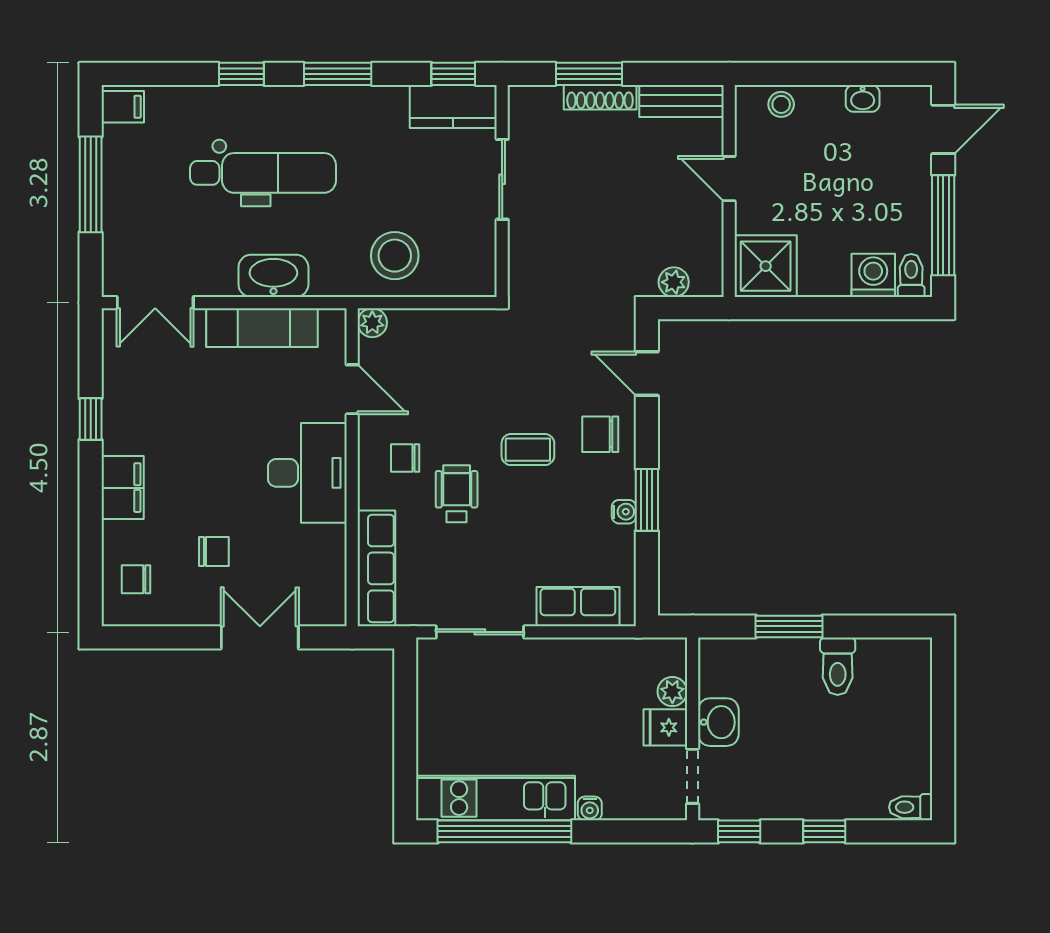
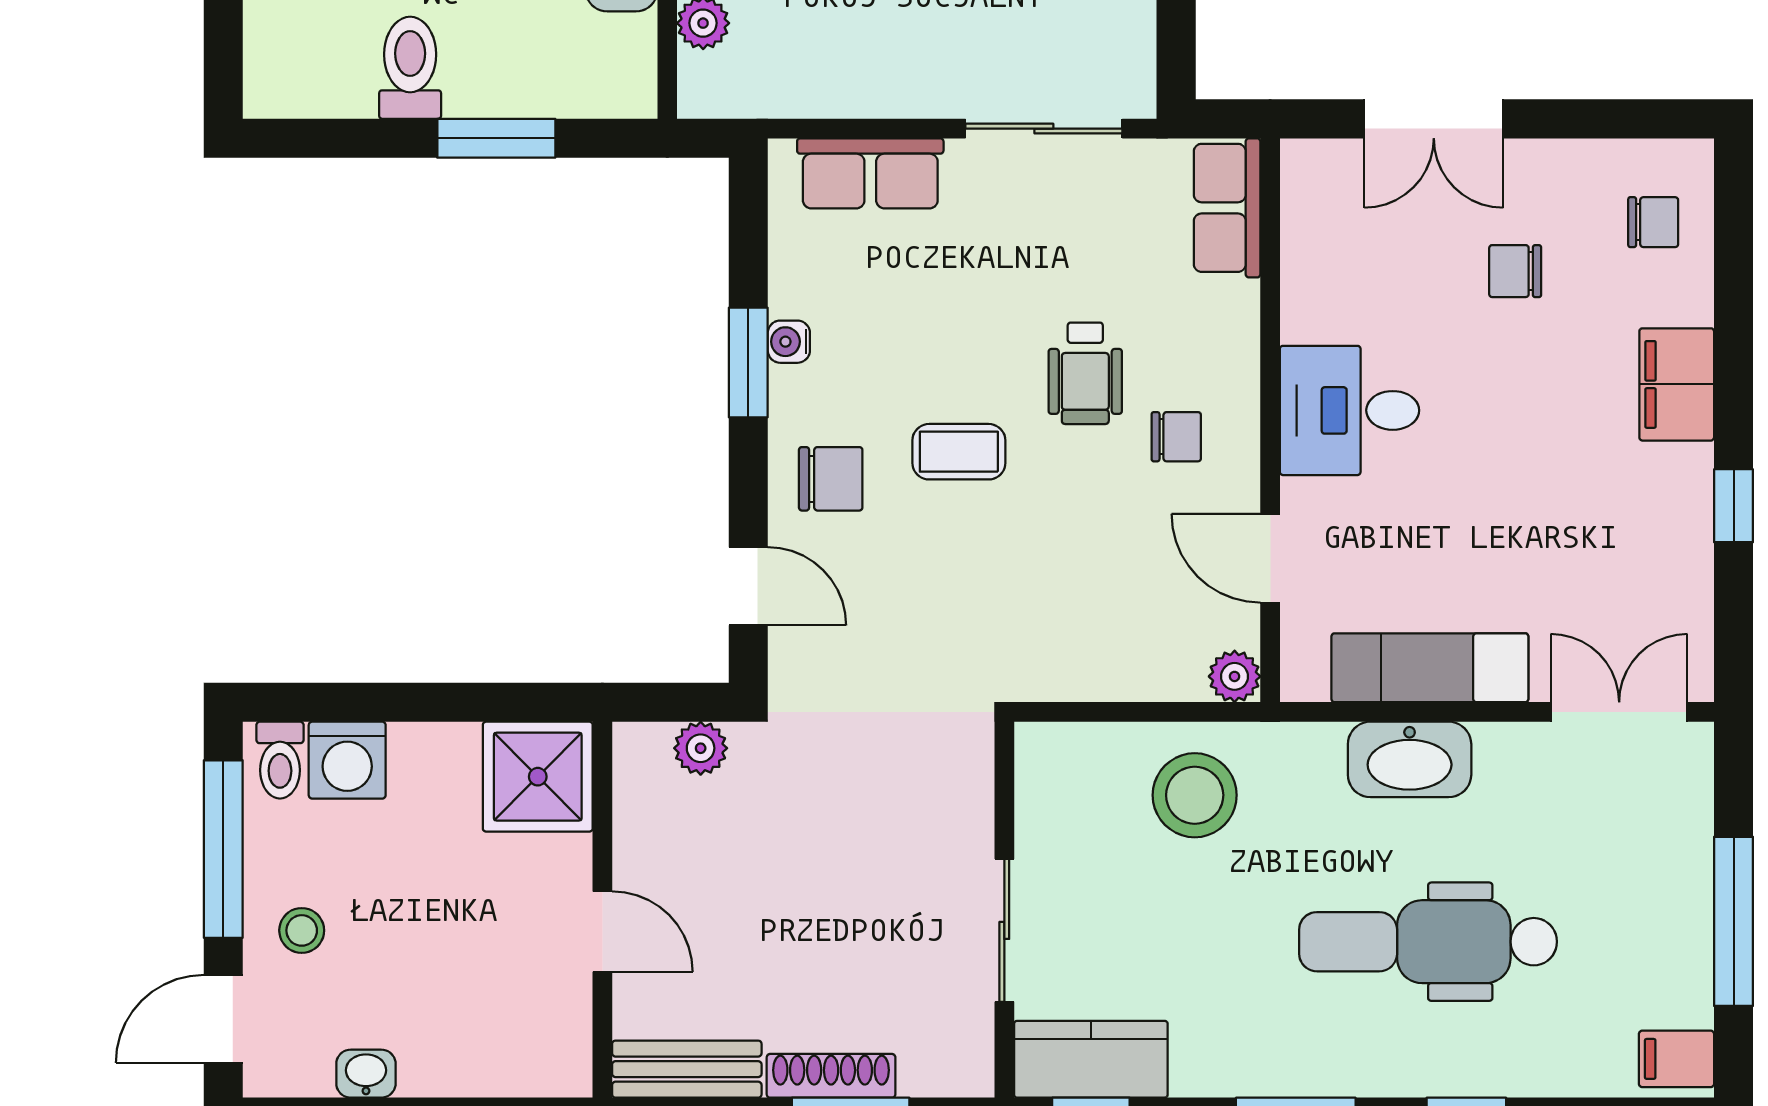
stool: (781, 104) -> (302, 930), moved
desk: (307, 473) -> (1349, 410), width x0.73
row of seats: (376, 568) -> (1227, 208), width x0.68

